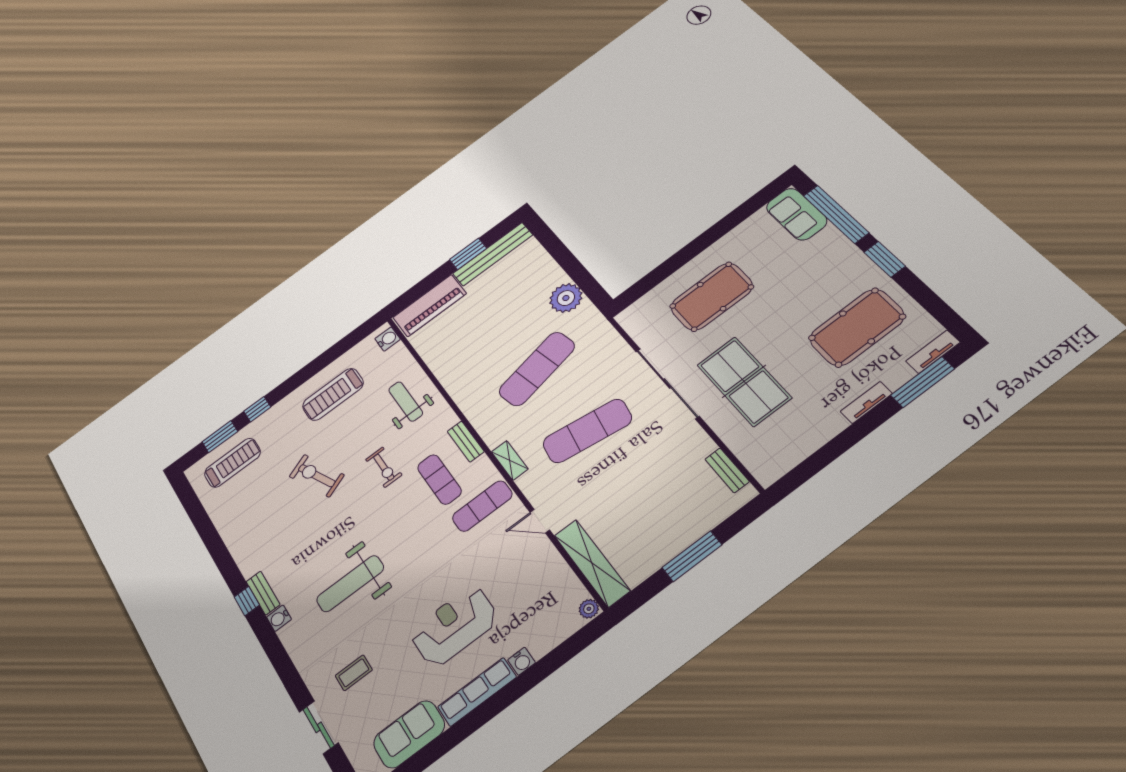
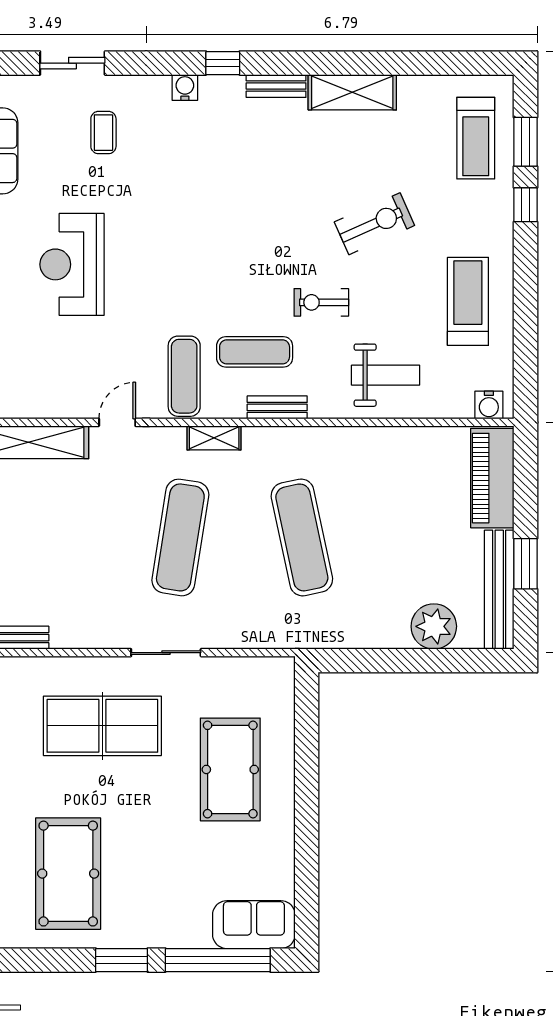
plant: (566, 298) -> (434, 626), moved
sliding door: (667, 383) -> (166, 653), width x0.54
shelving: (242, 548) -> (352, 92), added
weight bench: (350, 584) -> (209, 186), removed
window: (247, 601) -> (223, 63), moved
water cooler: (279, 618) -> (185, 87), moved
reception desk: (454, 626) -> (72, 264), turned 180

